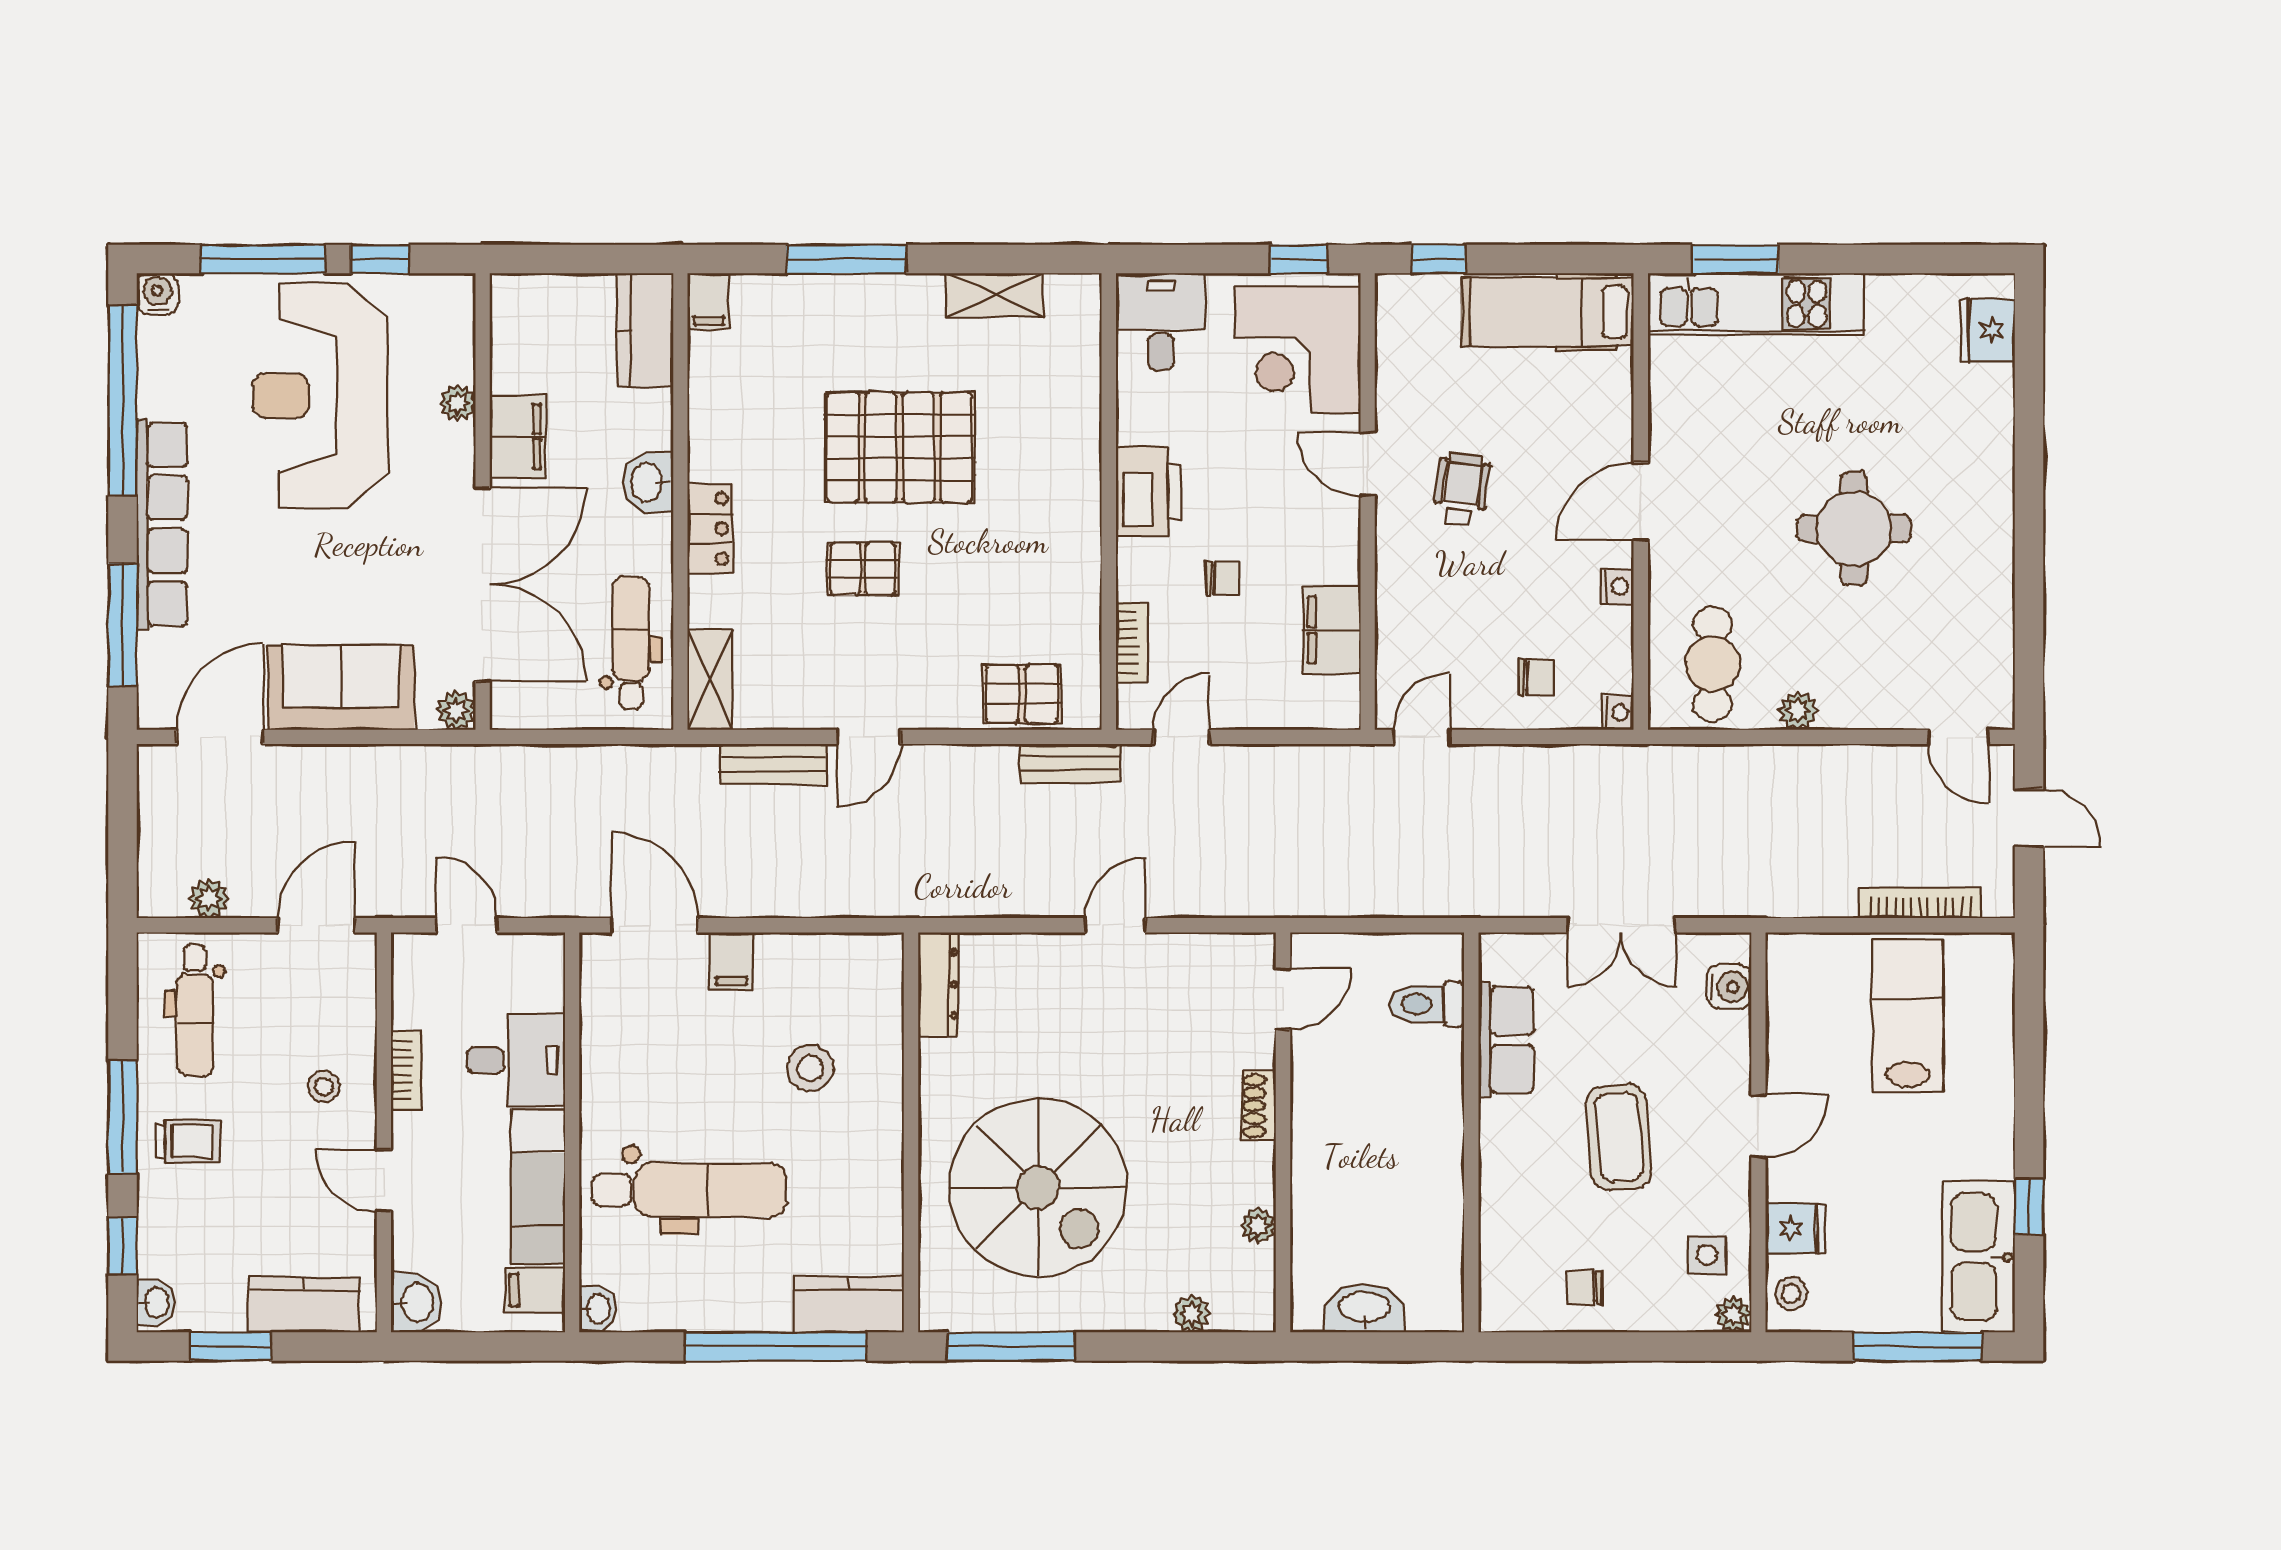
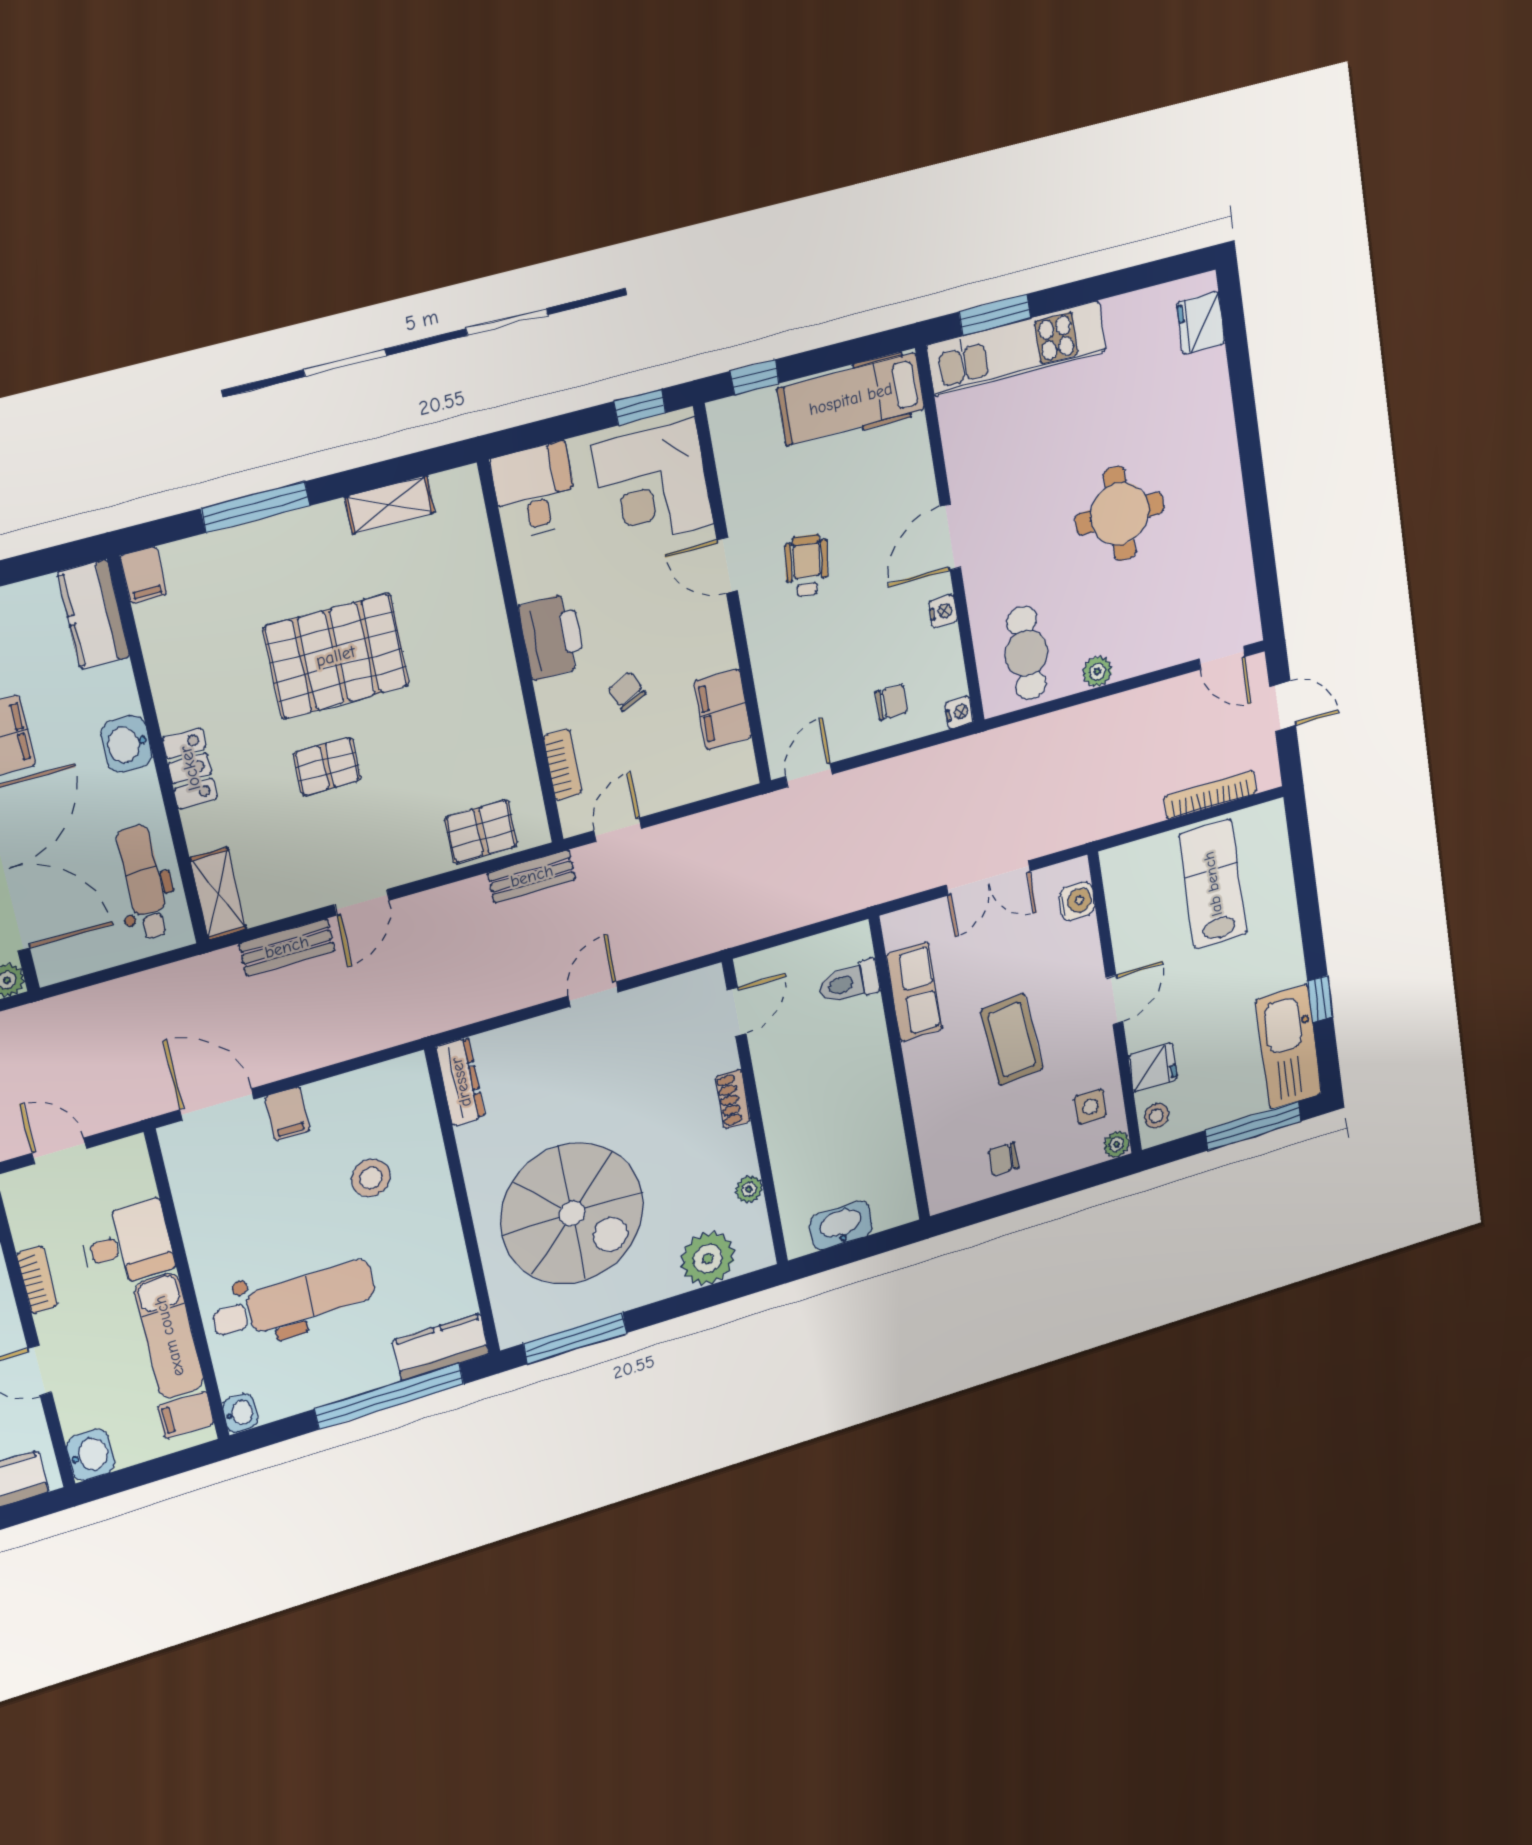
chair: (1223, 578) -> (627, 691), turned -113
plant: (1192, 1314) -> (708, 1258), width x1.87, depth x1.87

